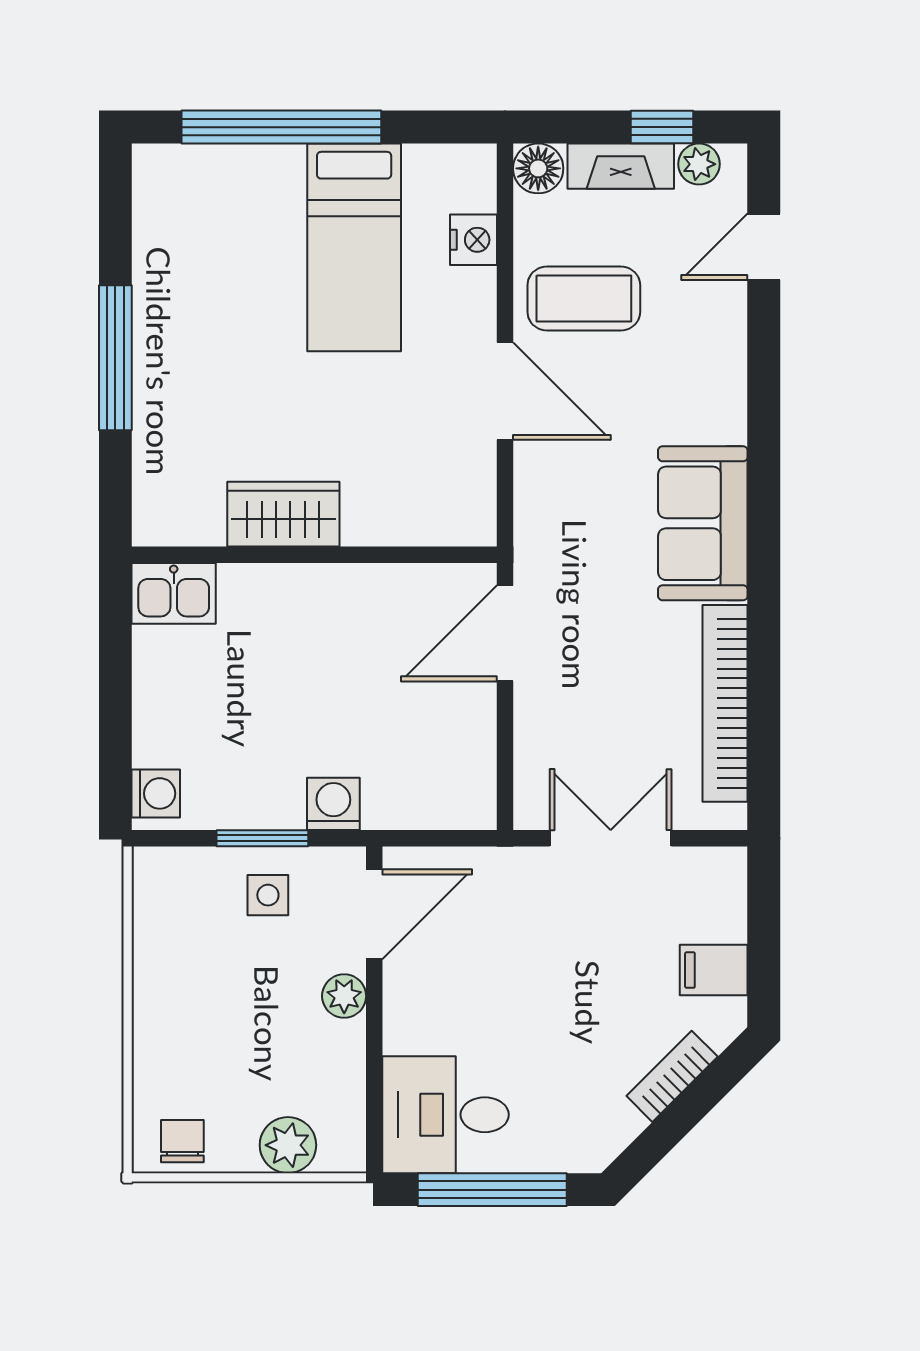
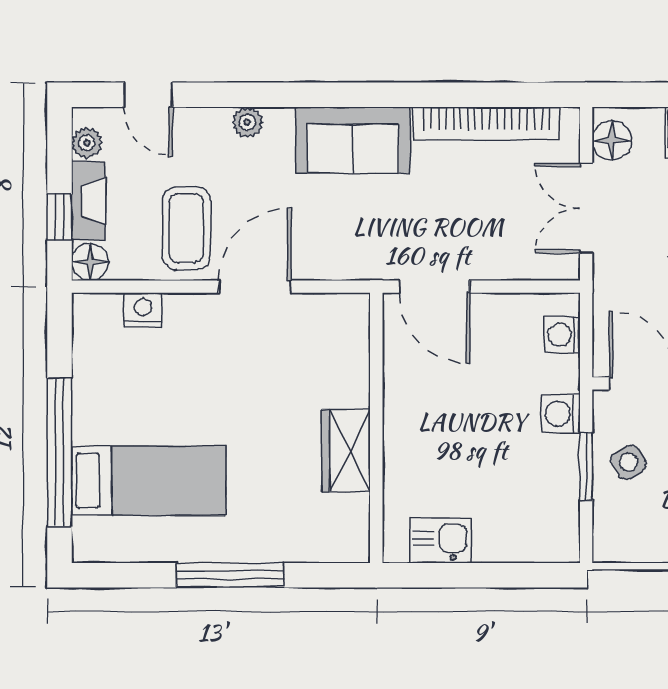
window: (662, 127) -> (59, 217), moved
bed: (354, 247) -> (149, 481), moved
plant: (727, 381) -> (247, 122), added
kitchen sink: (174, 593) -> (441, 541), moved, turned -90
washing machine: (156, 793) -> (562, 335), moved, turned -90
floor lamp: (702, 873) -> (612, 140), added
side table: (268, 895) -> (628, 462), turned -31

